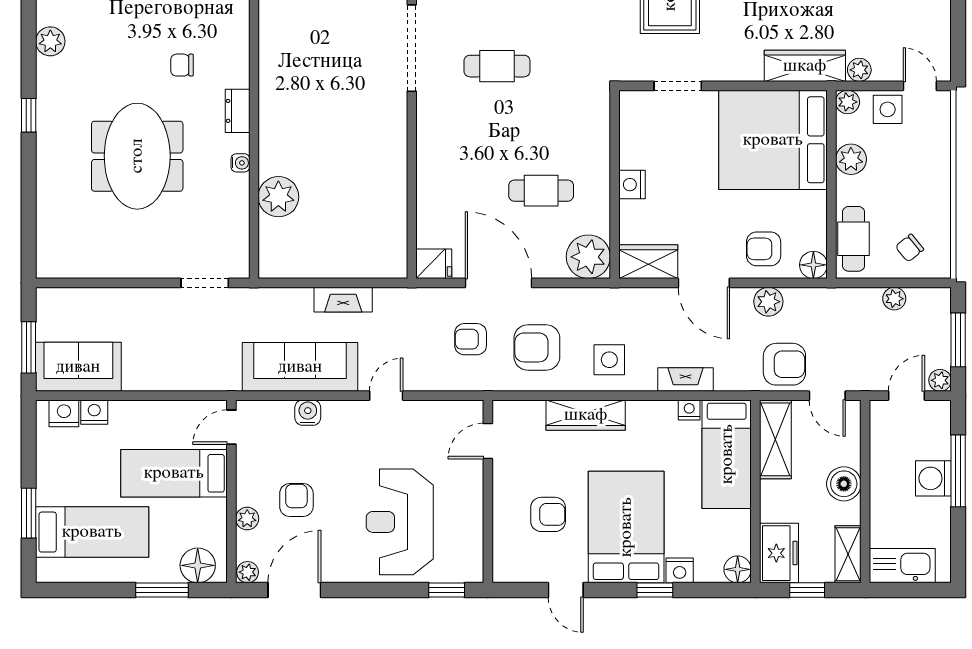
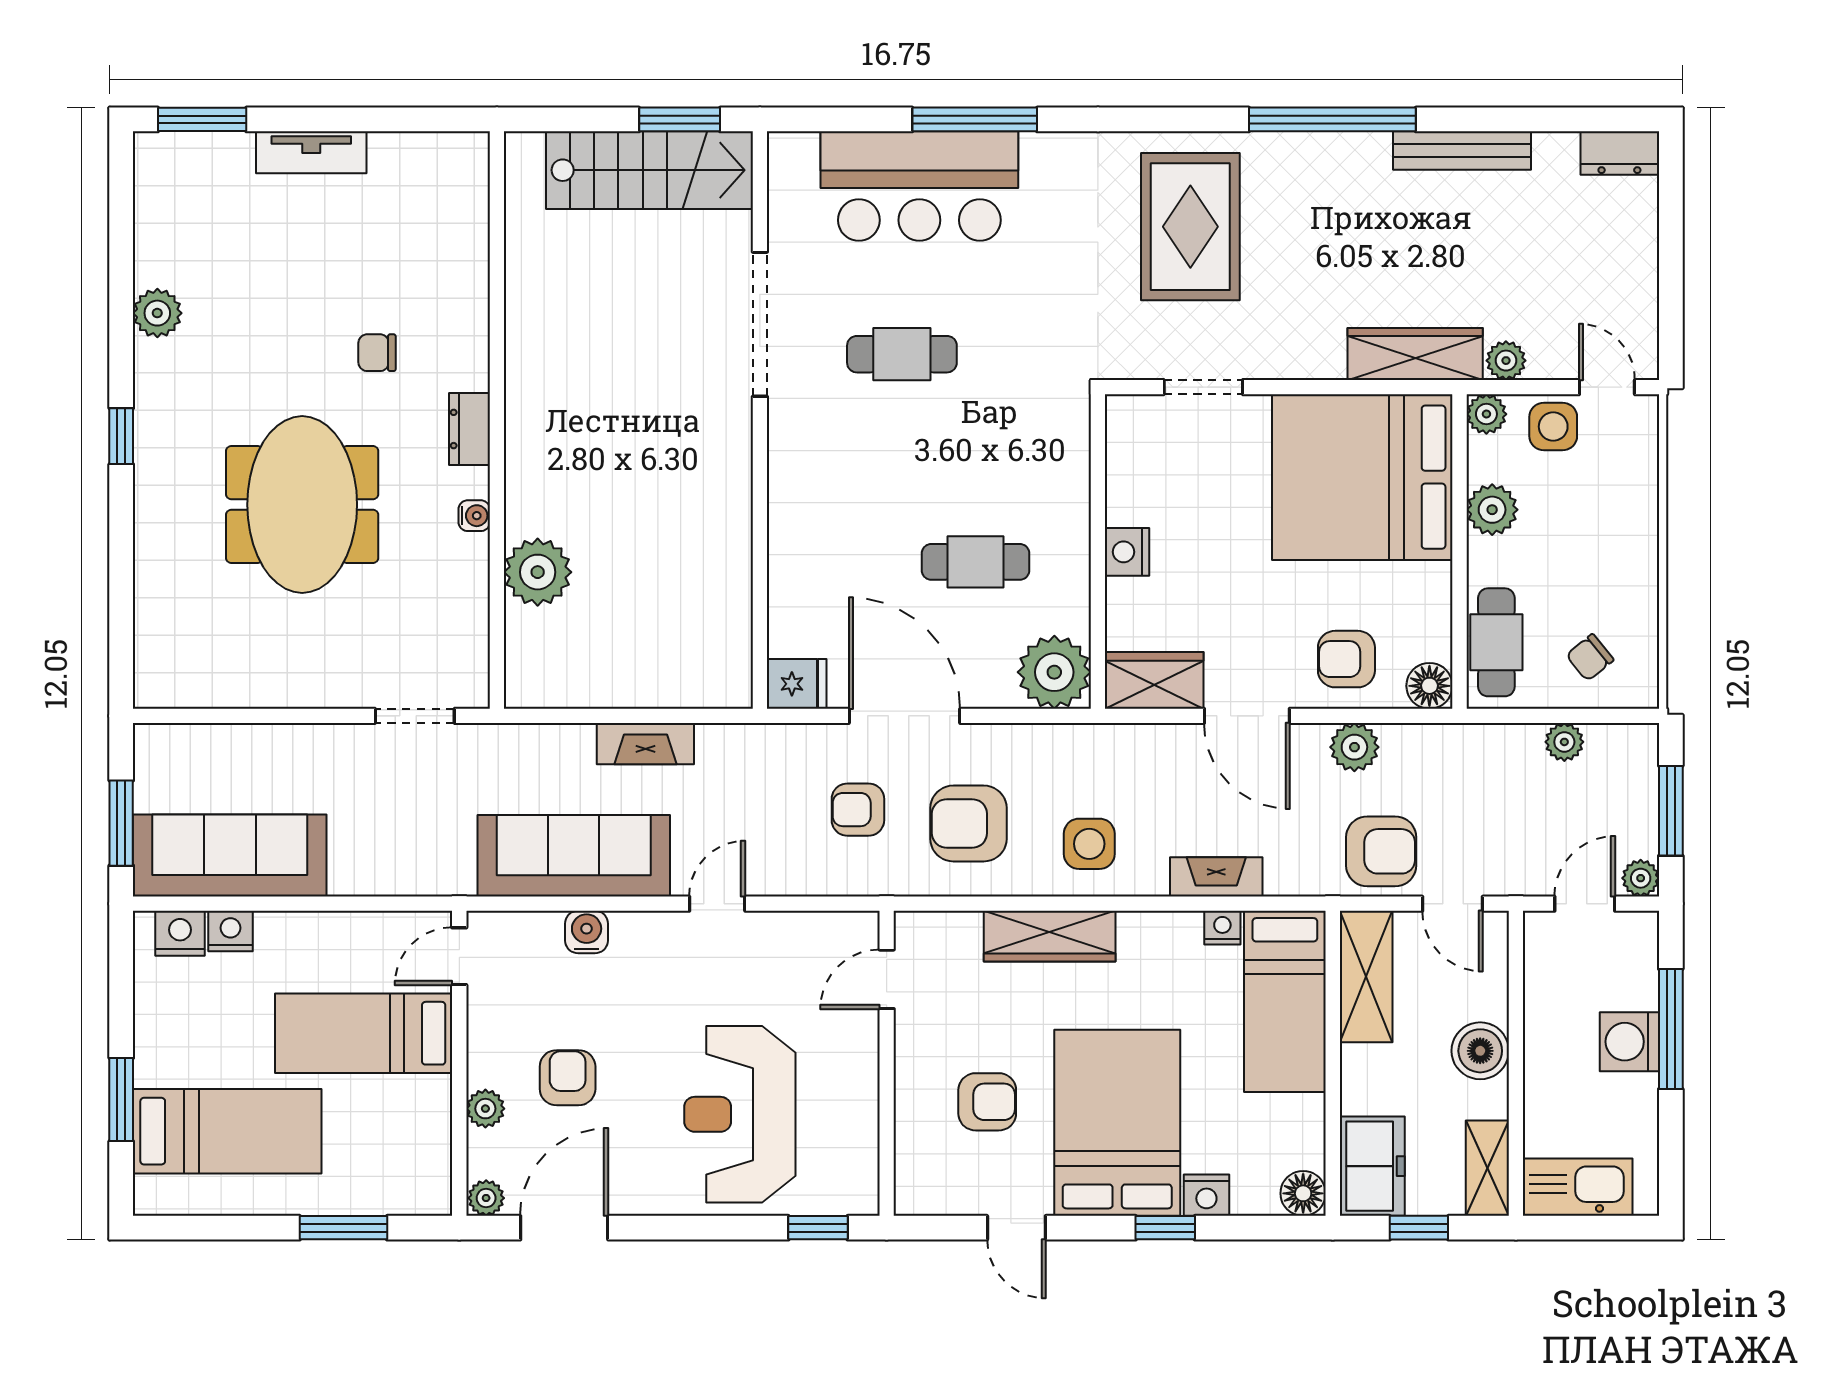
sofa: (78, 367) -> (230, 856), width x1.36
floor lamp: (198, 565) -> (403, 1187), removed

